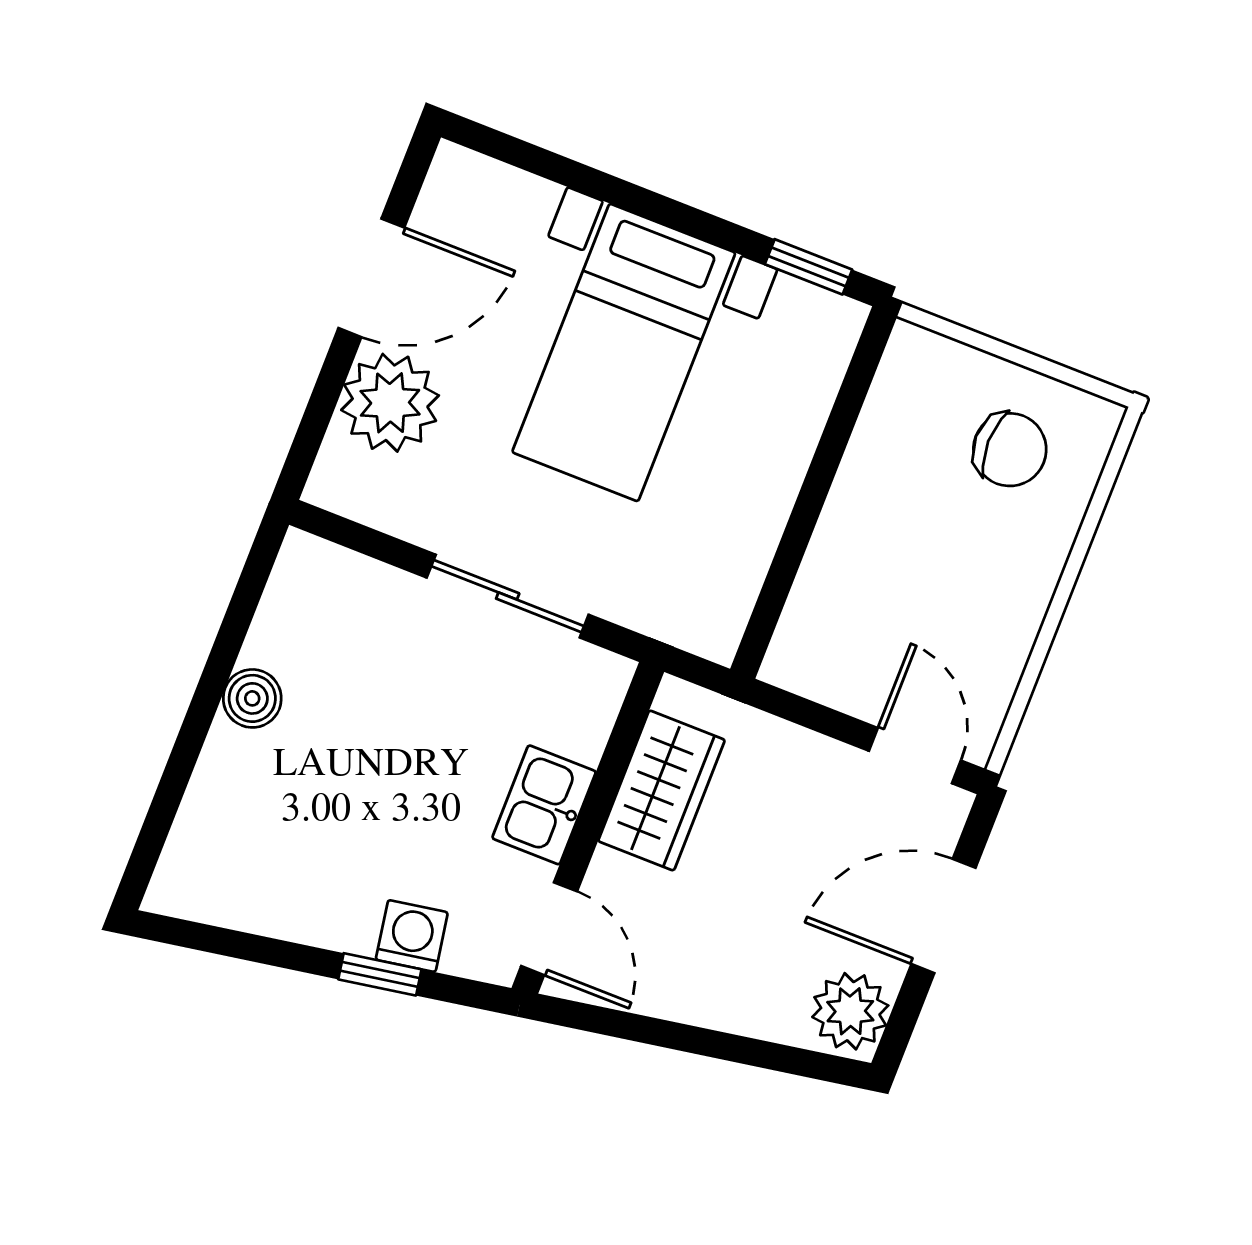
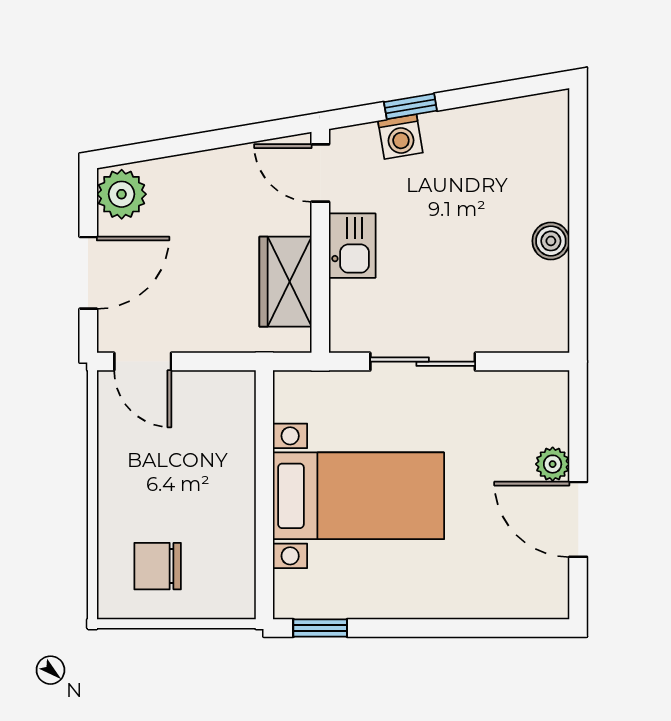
door: (371, 278) -> (578, 519), hinge flipped
bed with nightstands: (624, 353) -> (359, 496), moved, turned 90
plant: (390, 403) -> (553, 464), width x0.53, depth x0.53

